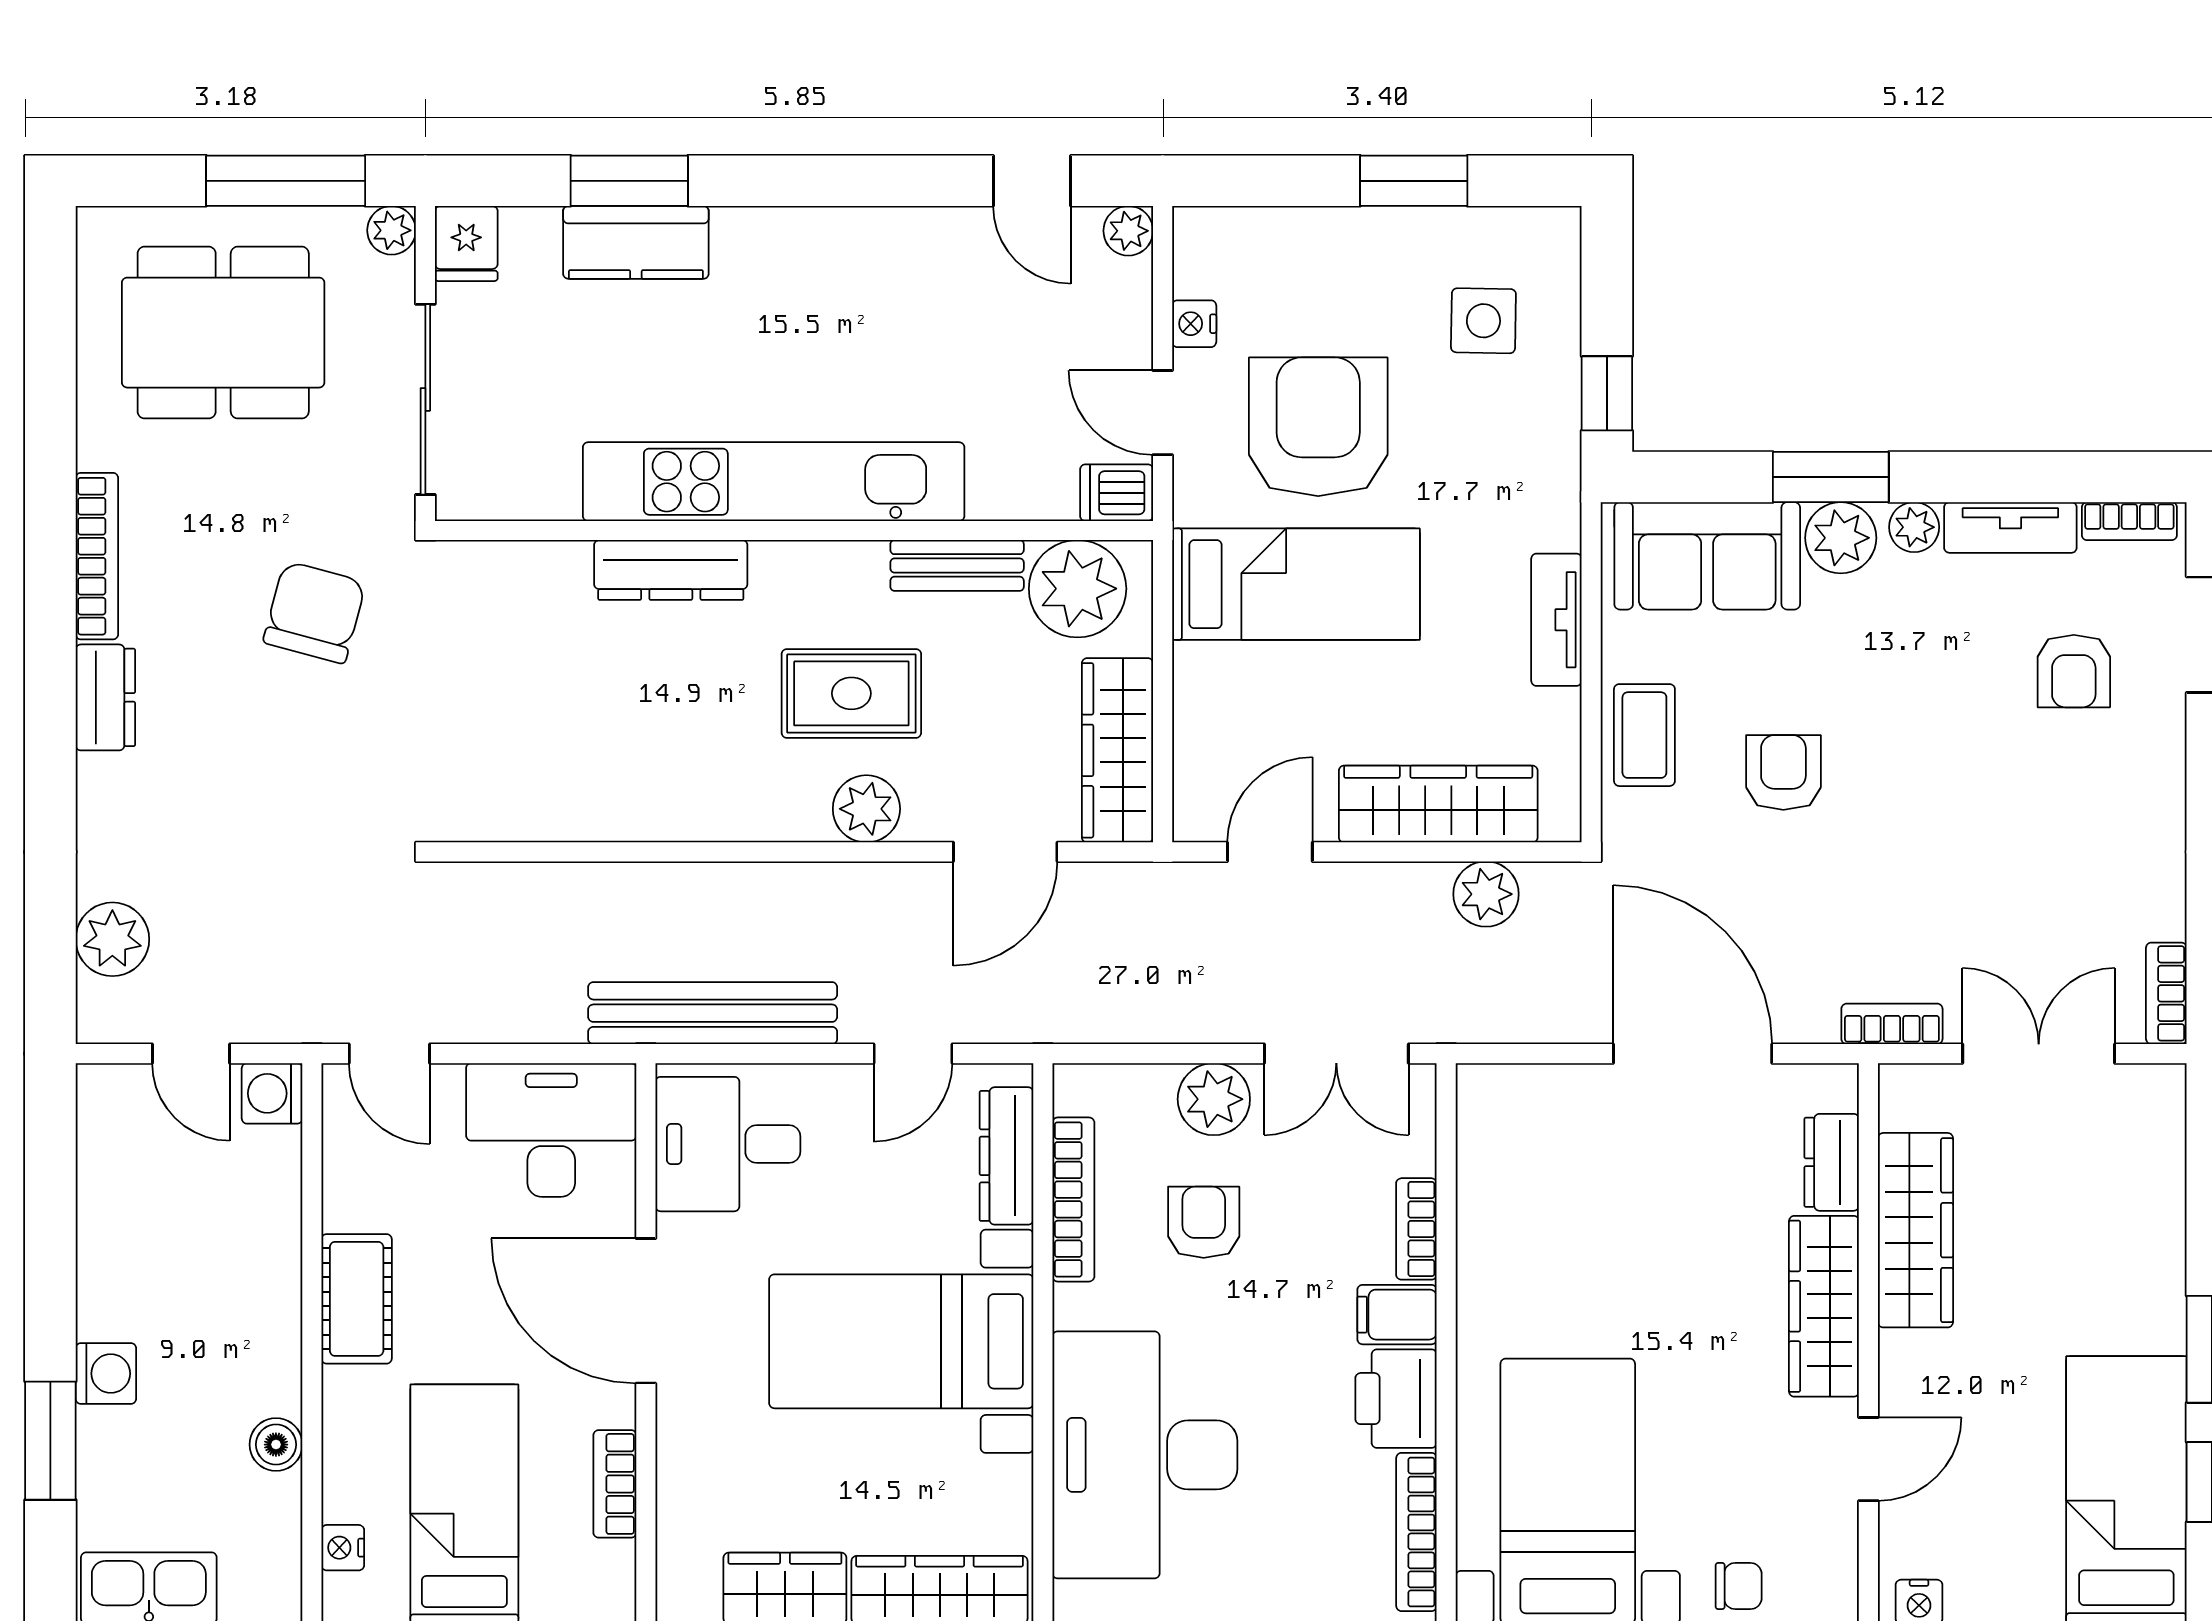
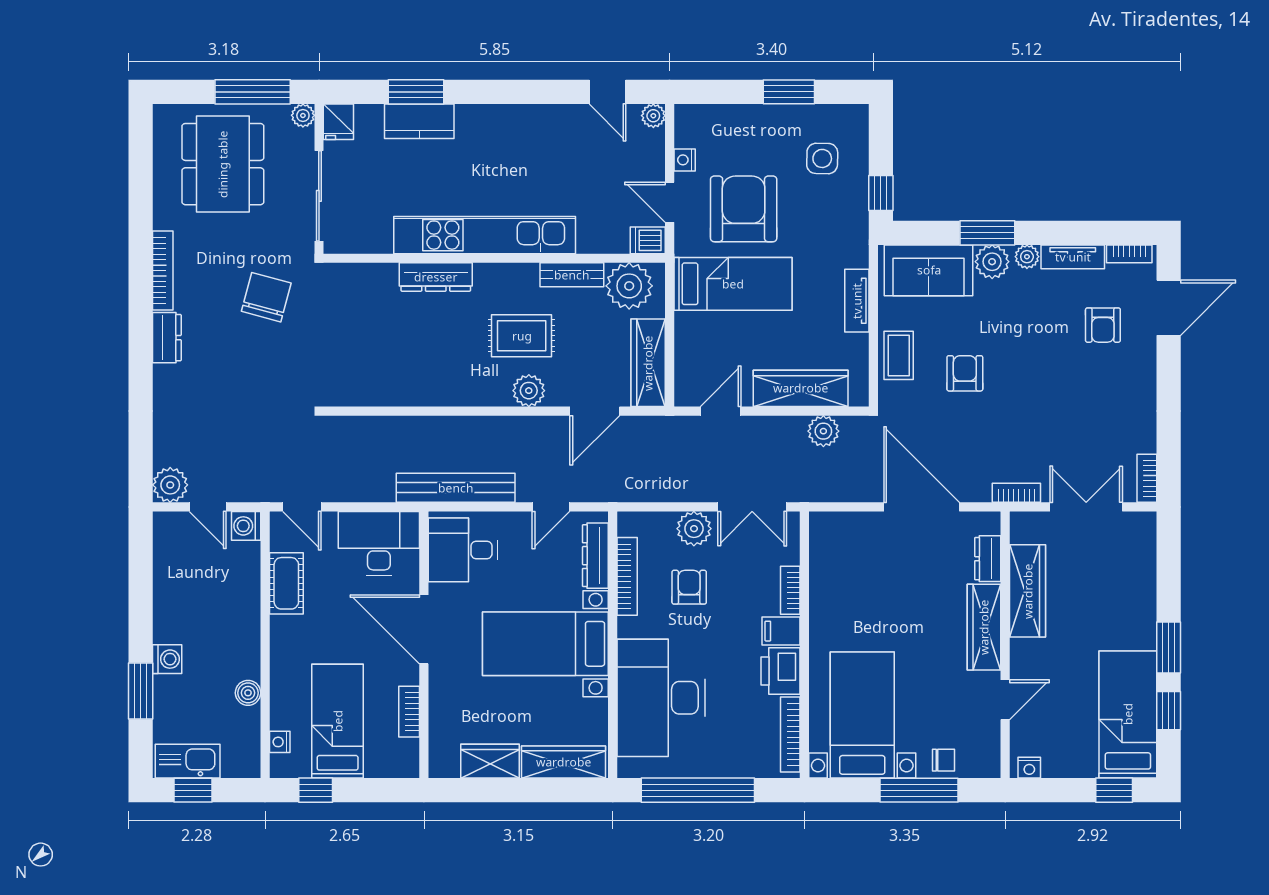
dining table: (223, 333) -> (223, 164), turned 90
plant: (112, 939) -> (170, 485), moved
cot: (357, 1299) -> (286, 583), moved

